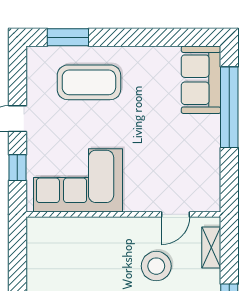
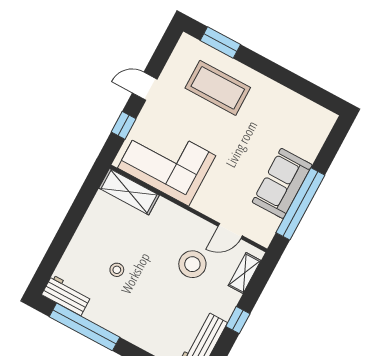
sofa: (201, 80) -> (282, 183), moved
window: (229, 107) -> (300, 204), moved
shelving: (57, 229) -> (129, 192), added

